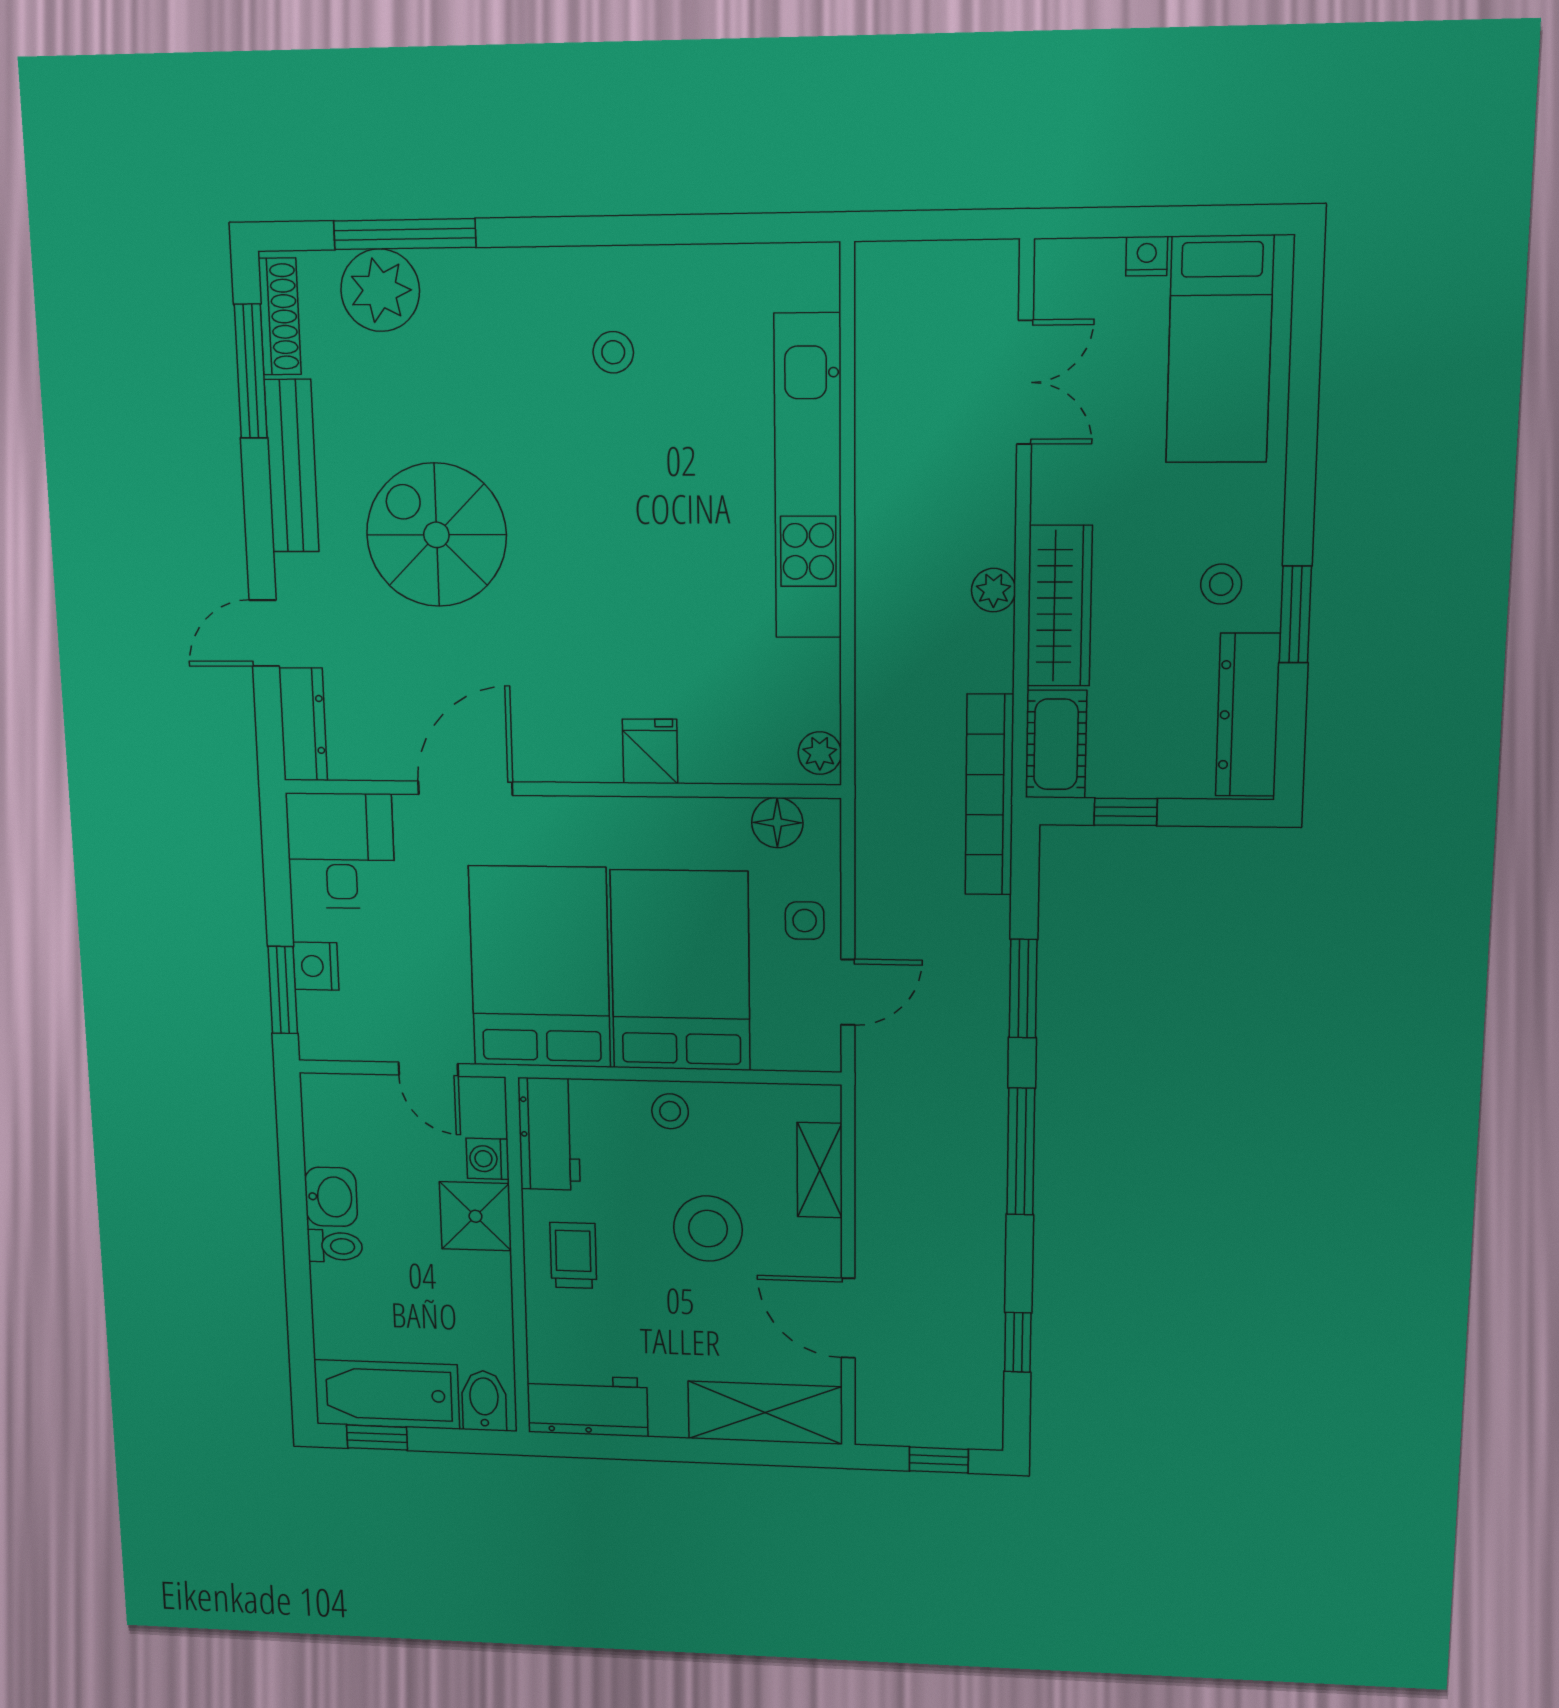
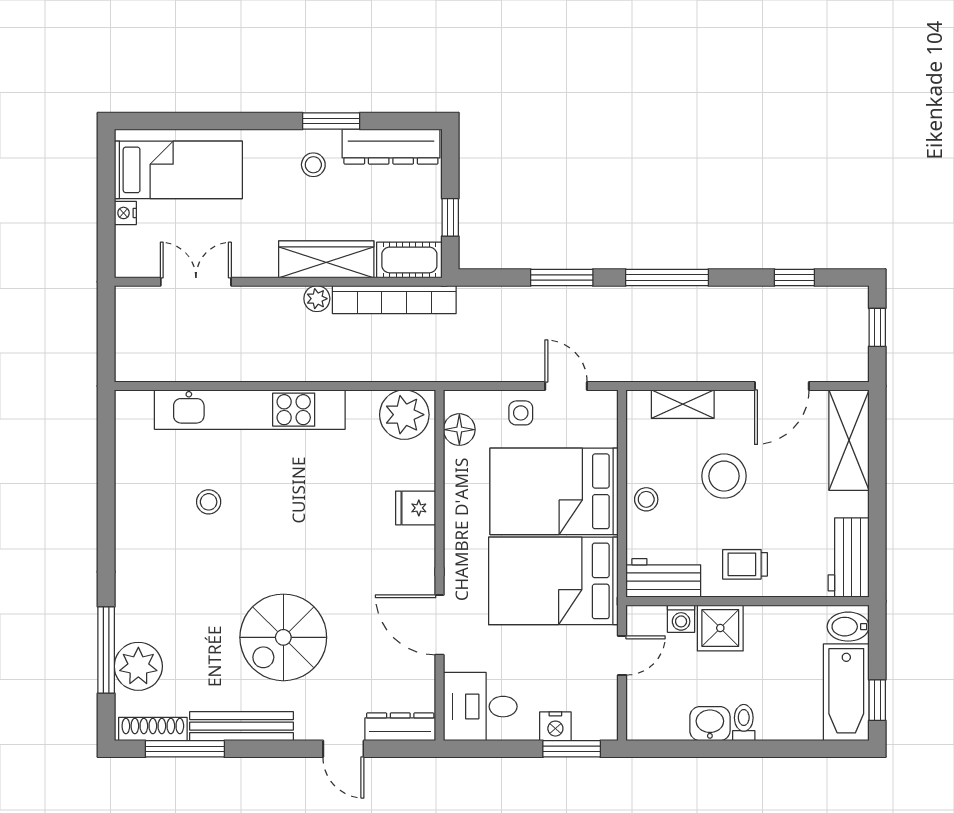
stool: (613, 352) -> (209, 502), moved
plant: (820, 753) -> (404, 415), width x1.87, depth x1.87
bookcase: (989, 795) -> (394, 300), moved

